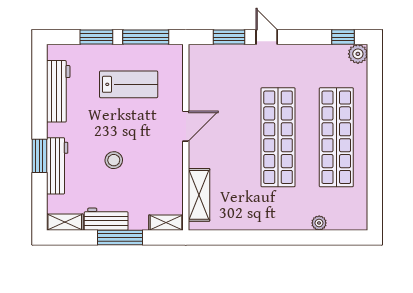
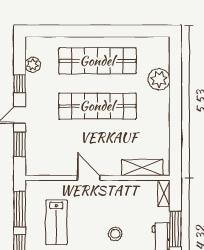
window: (343, 37) -> (20, 84), moved
plant: (358, 54) -> (33, 65), moved
lab bench: (129, 84) -> (56, 222), turned 180
plant: (319, 223) -> (159, 79), width x1.87, depth x1.87

